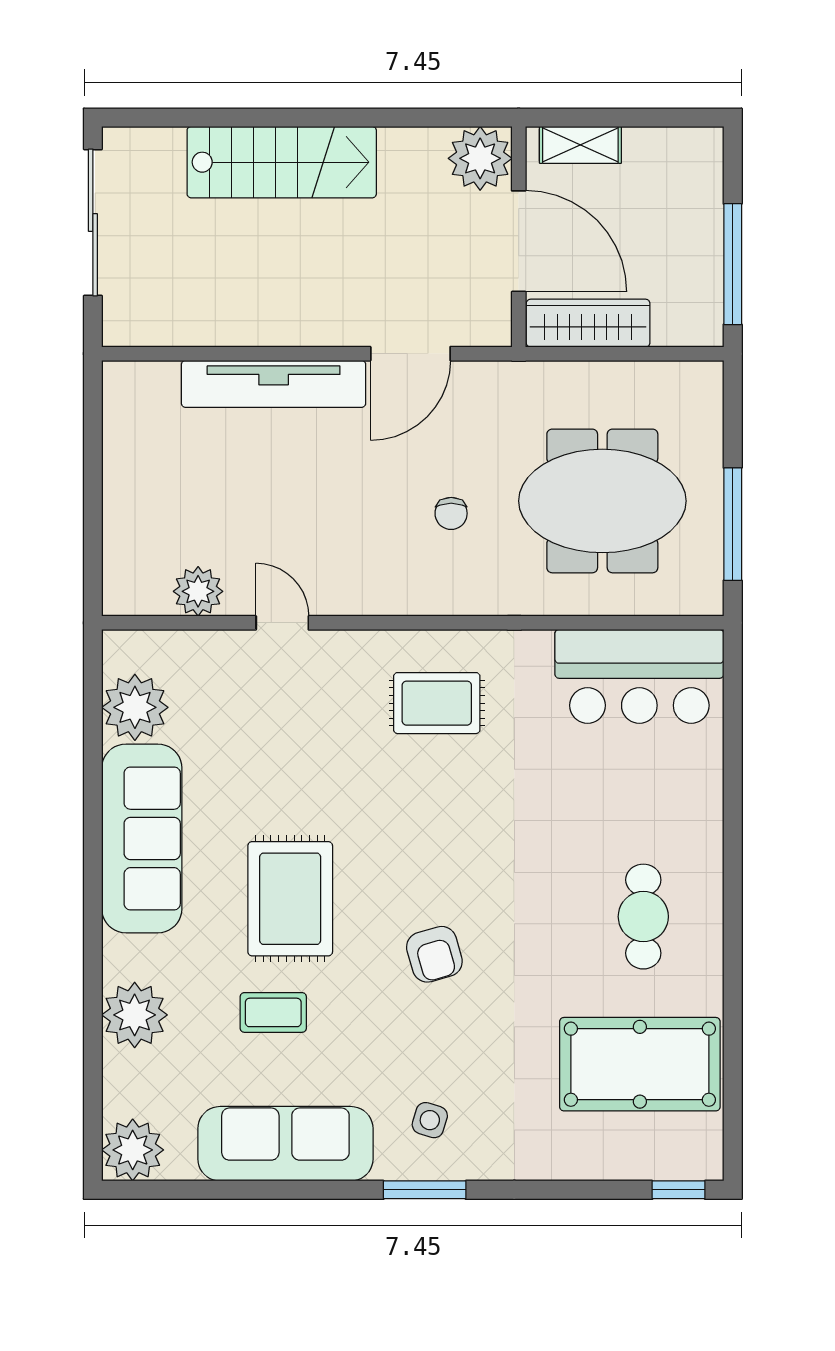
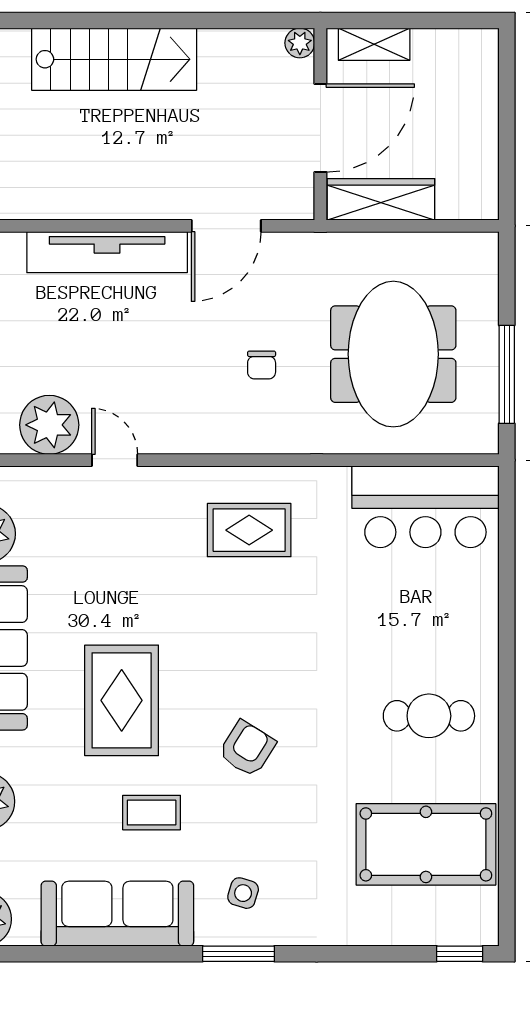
plant: (480, 158) -> (300, 43), width x0.53, depth x0.53
door: (519, 241) -> (320, 128), hinge flipped
window: (733, 264) -> (507, 148), removed
meeting table: (602, 501) -> (393, 354), turned 90
plant: (198, 591) -> (49, 425), width x1.36, depth x1.36
cafe table: (643, 917) -> (429, 716), turned 90
armchair: (434, 954) -> (247, 749), turned -132
coffee table: (273, 1012) -> (152, 813), moved

